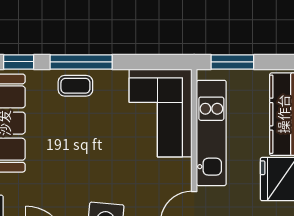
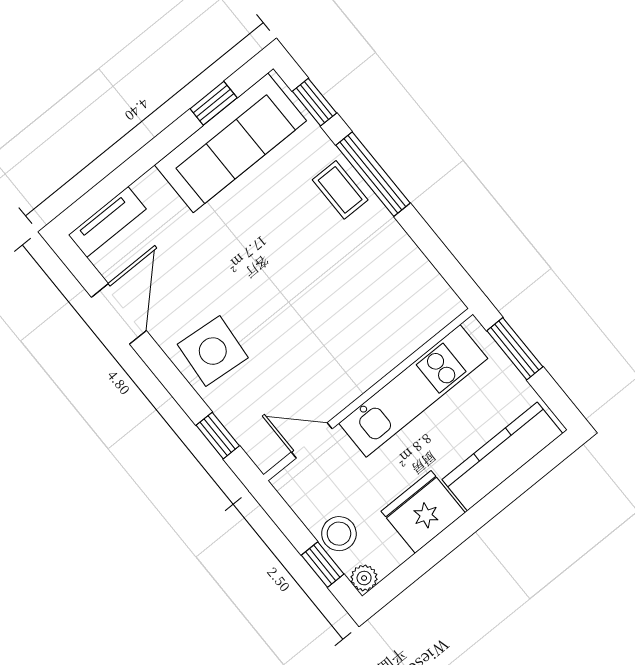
corner sofa: (160, 113) -> (389, 313), removed

